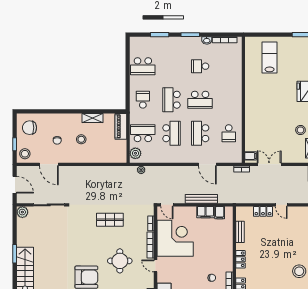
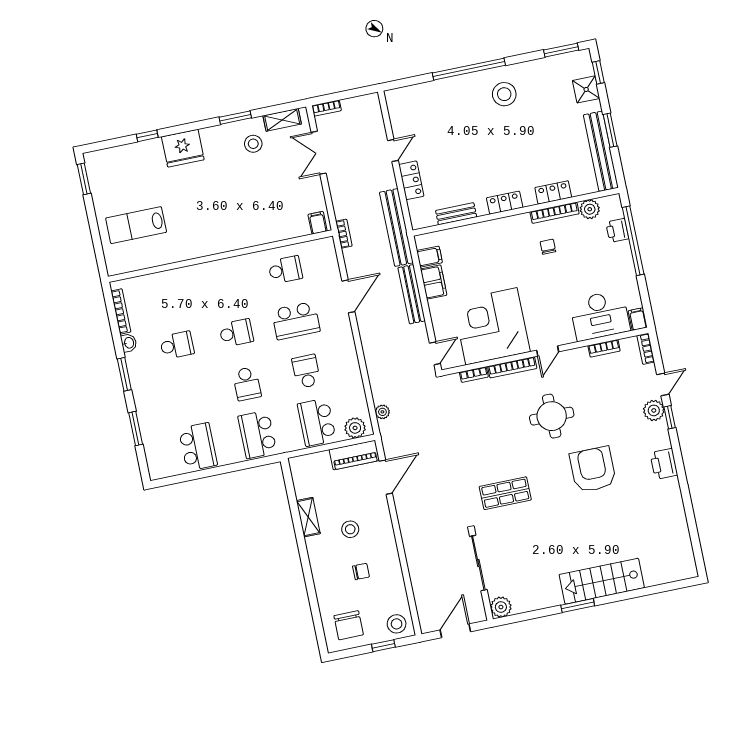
school desk: (200, 66) -> (177, 345), turned -90
school desk: (143, 100) -> (257, 434), width x1.85
school desk: (171, 100) -> (247, 384), width x0.54
school desk: (200, 100) -> (236, 333), width x0.54
piano: (121, 126) -> (354, 455), moved
school desk: (171, 133) -> (306, 371), width x0.54
door: (49, 164) -> (386, 477), moved
double door: (269, 164) -> (319, 153), moved
bench: (239, 198) -> (396, 227), added
shop shelf: (110, 220) -> (505, 493), moved, turned 90

